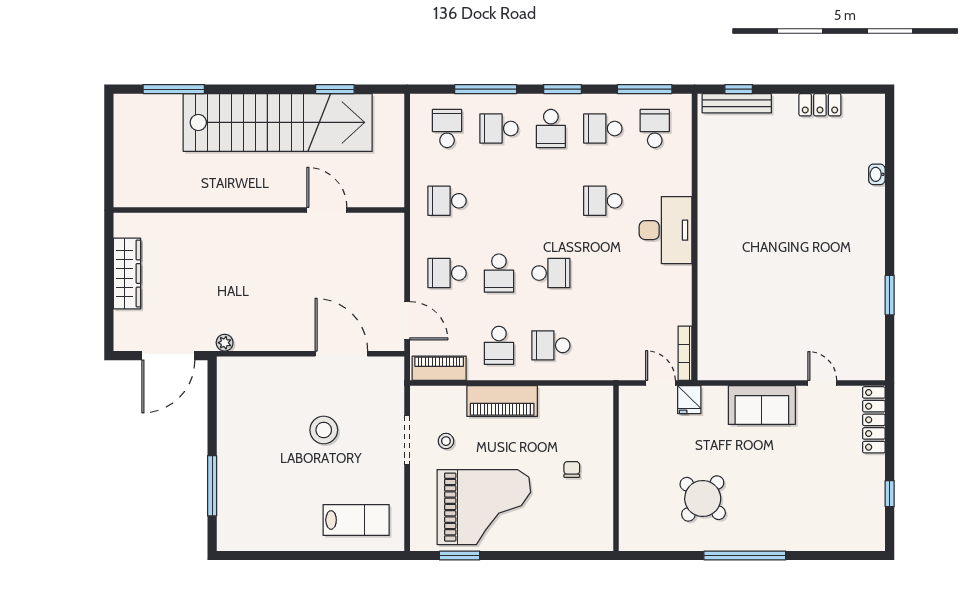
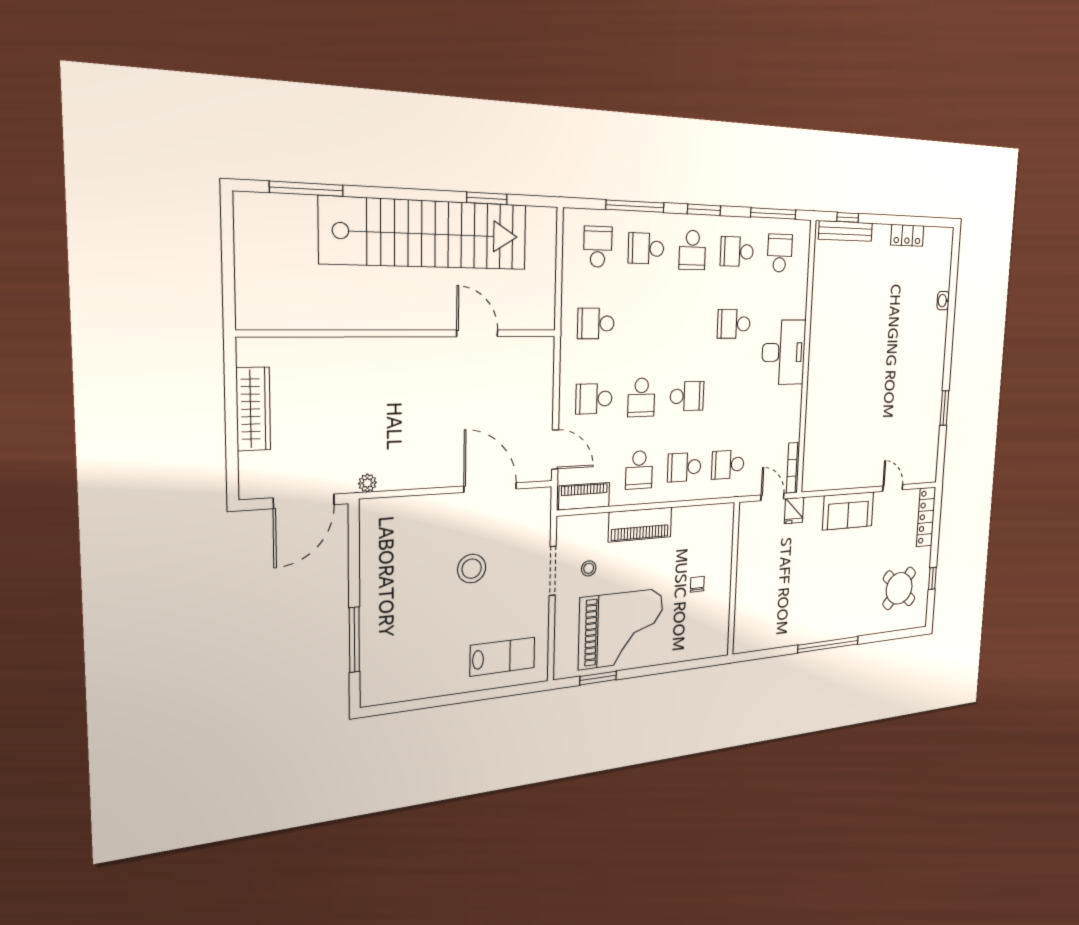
school desk: (603, 345) -> (728, 465), added
round table: (703, 498) -> (899, 588), moved

